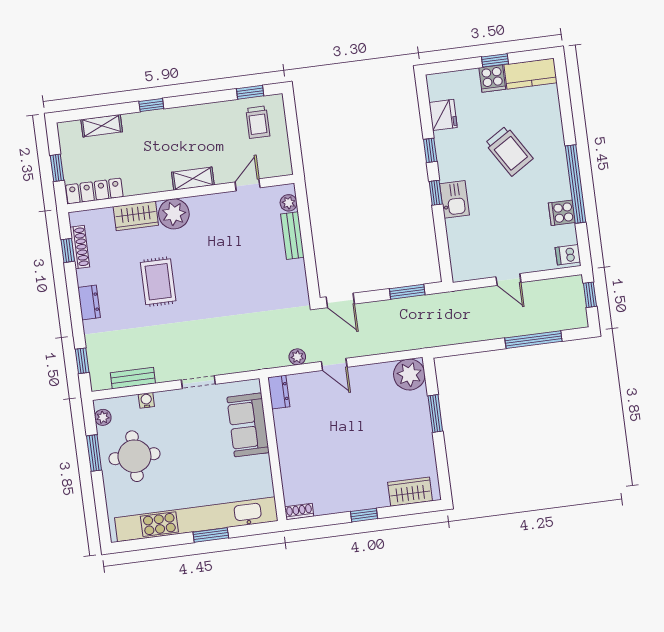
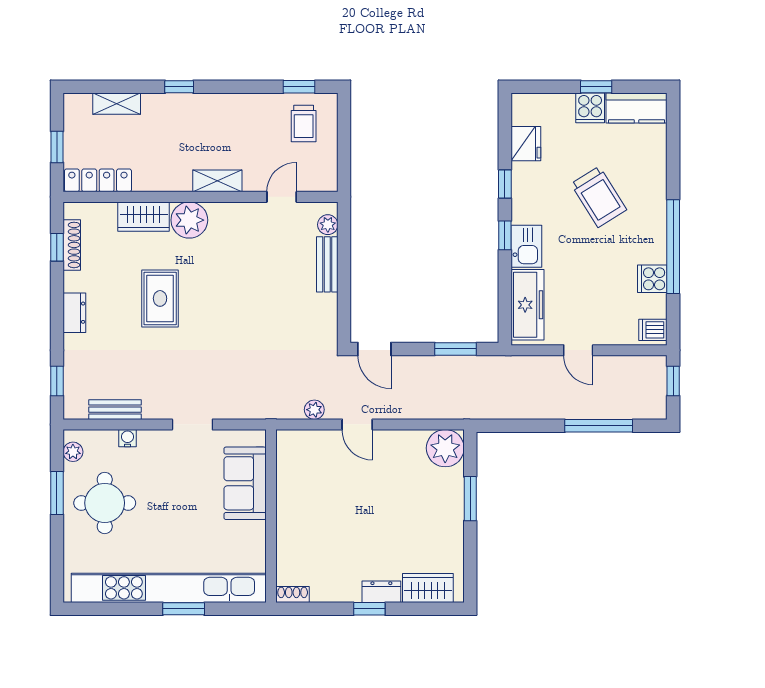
freezer: (462, 248) -> (527, 305), added
dresser: (279, 392) -> (381, 592), moved, turned -90

